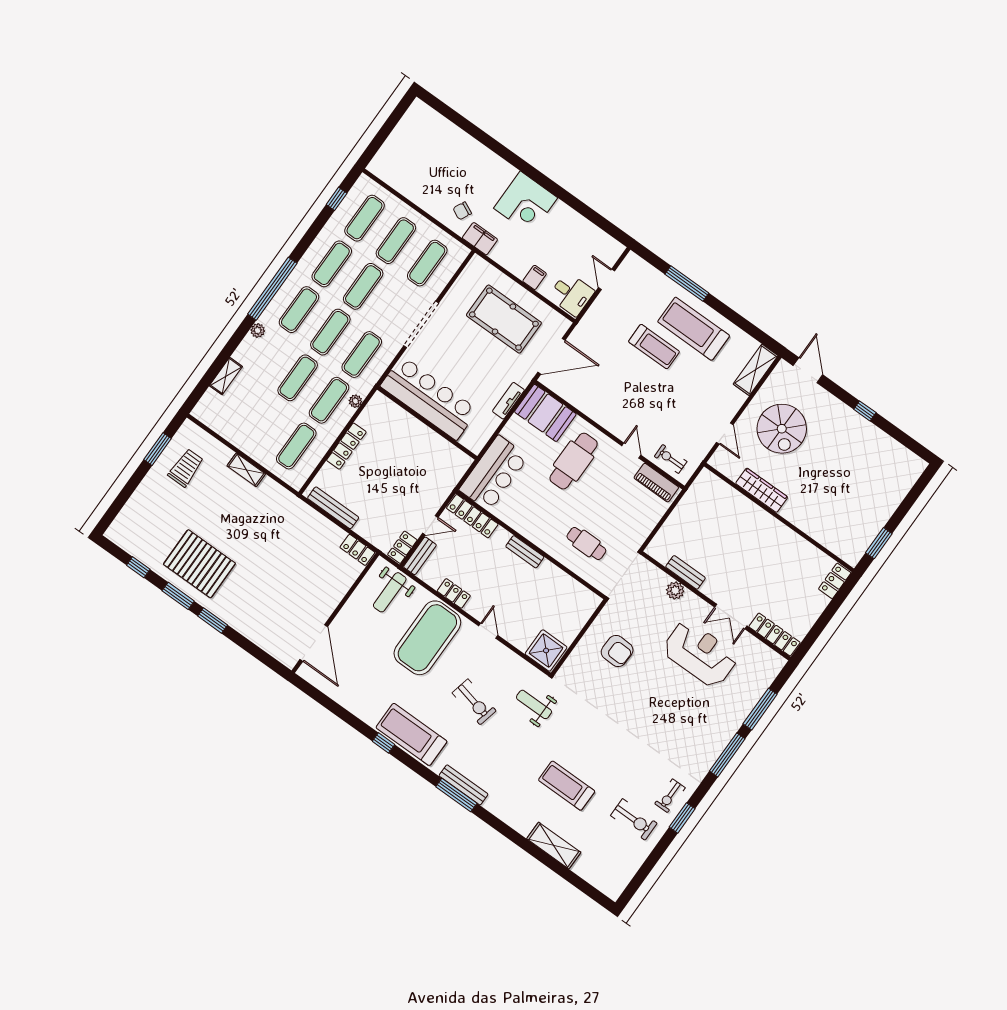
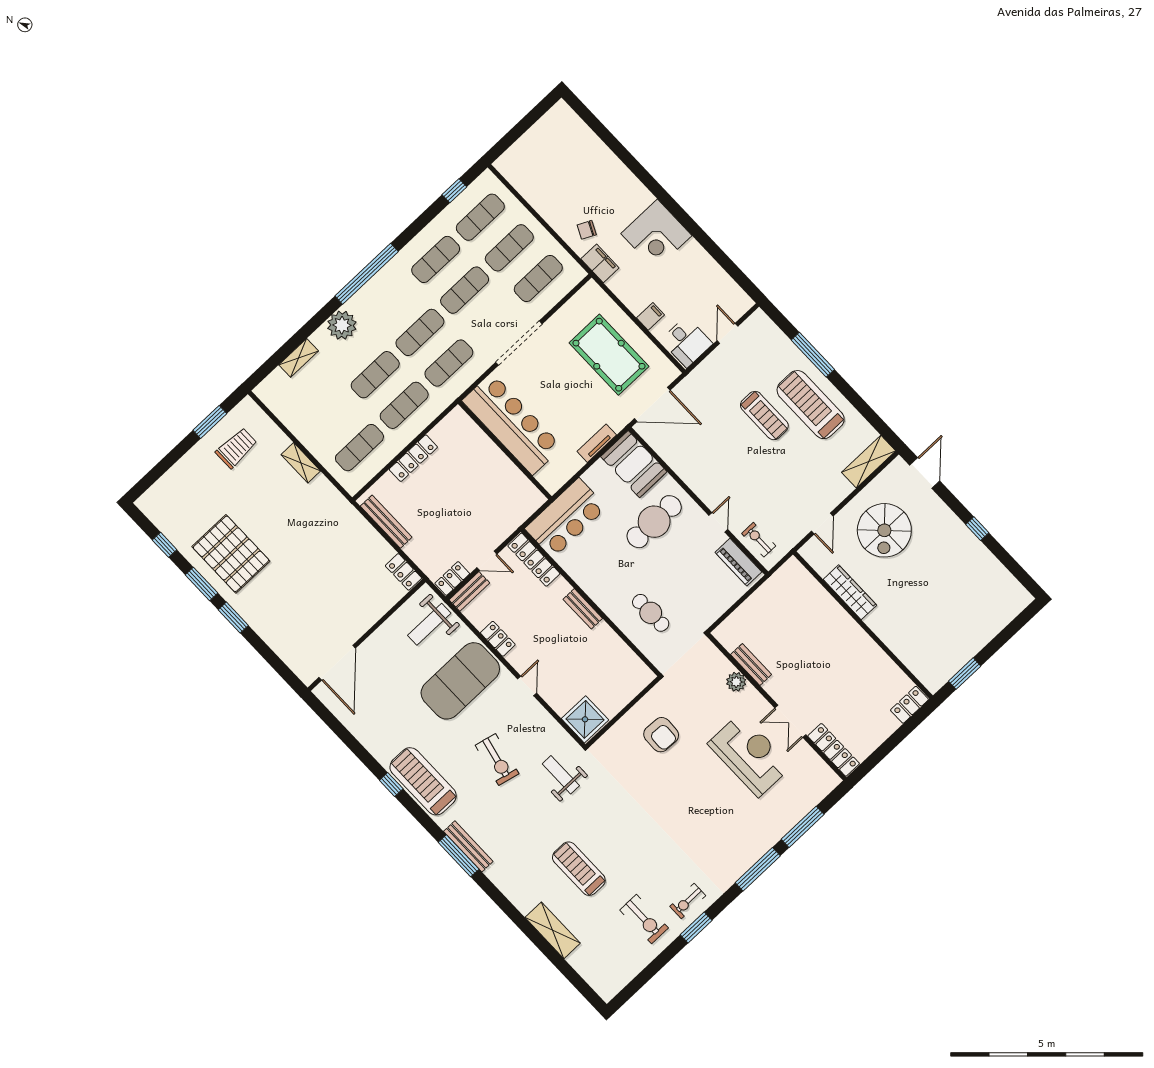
exercise mat: (299, 310) -> (391, 302), removed
plant: (258, 330) -> (342, 325), width x1.88, depth x1.88
plant: (355, 401) -> (432, 412), removed

